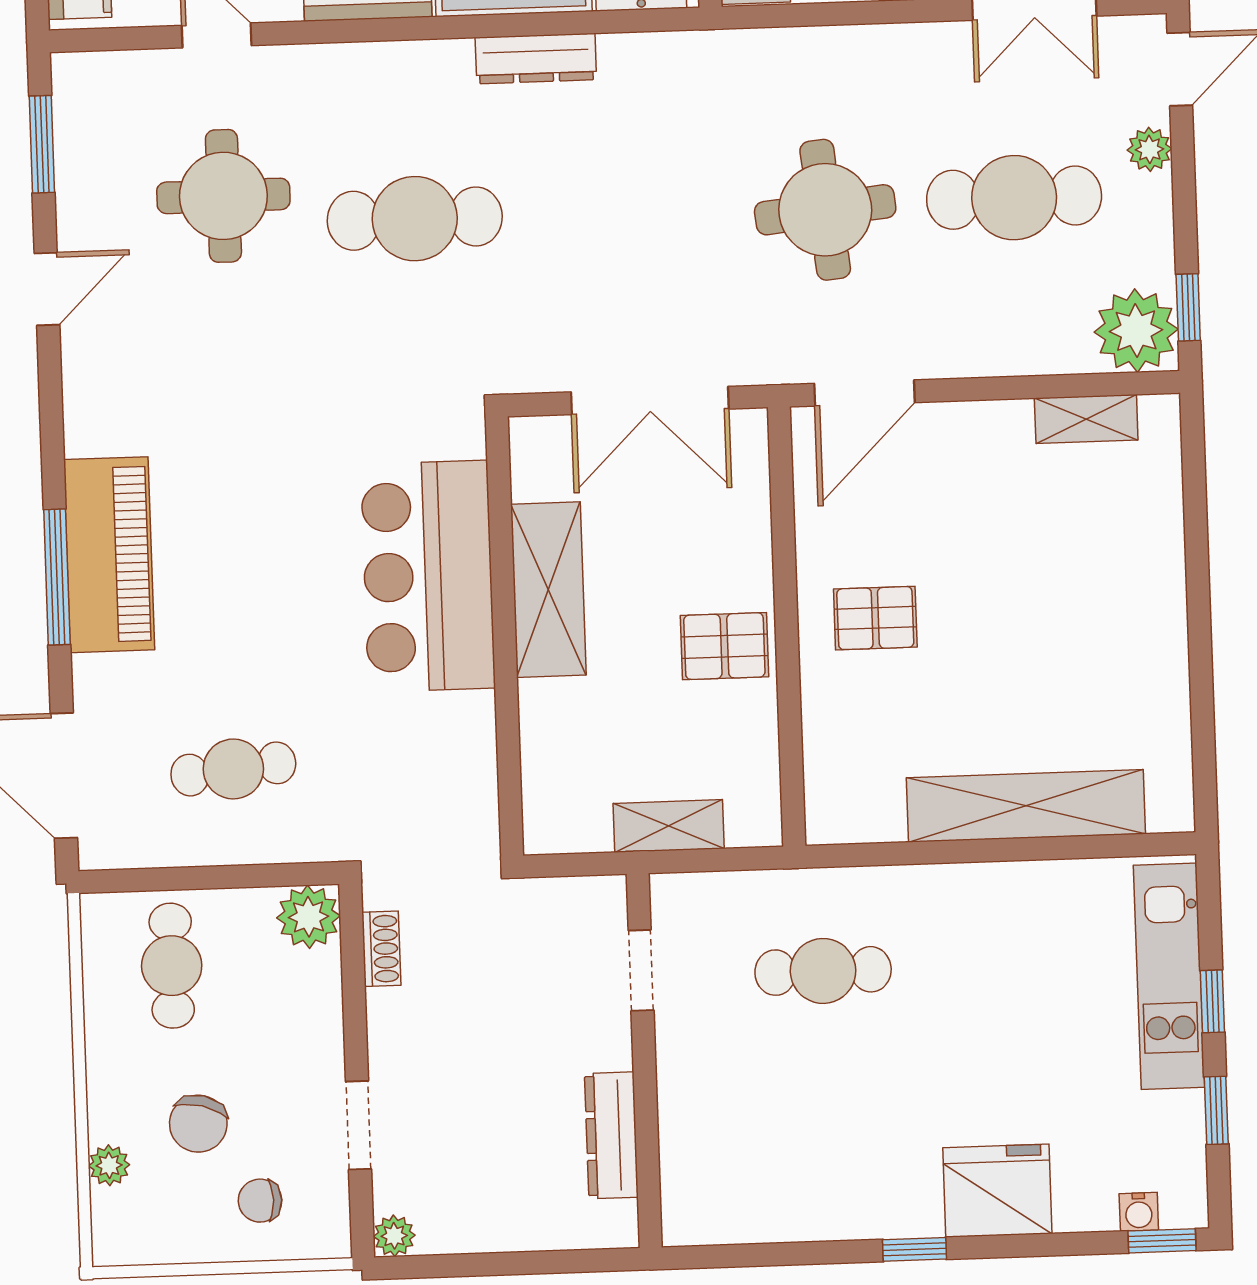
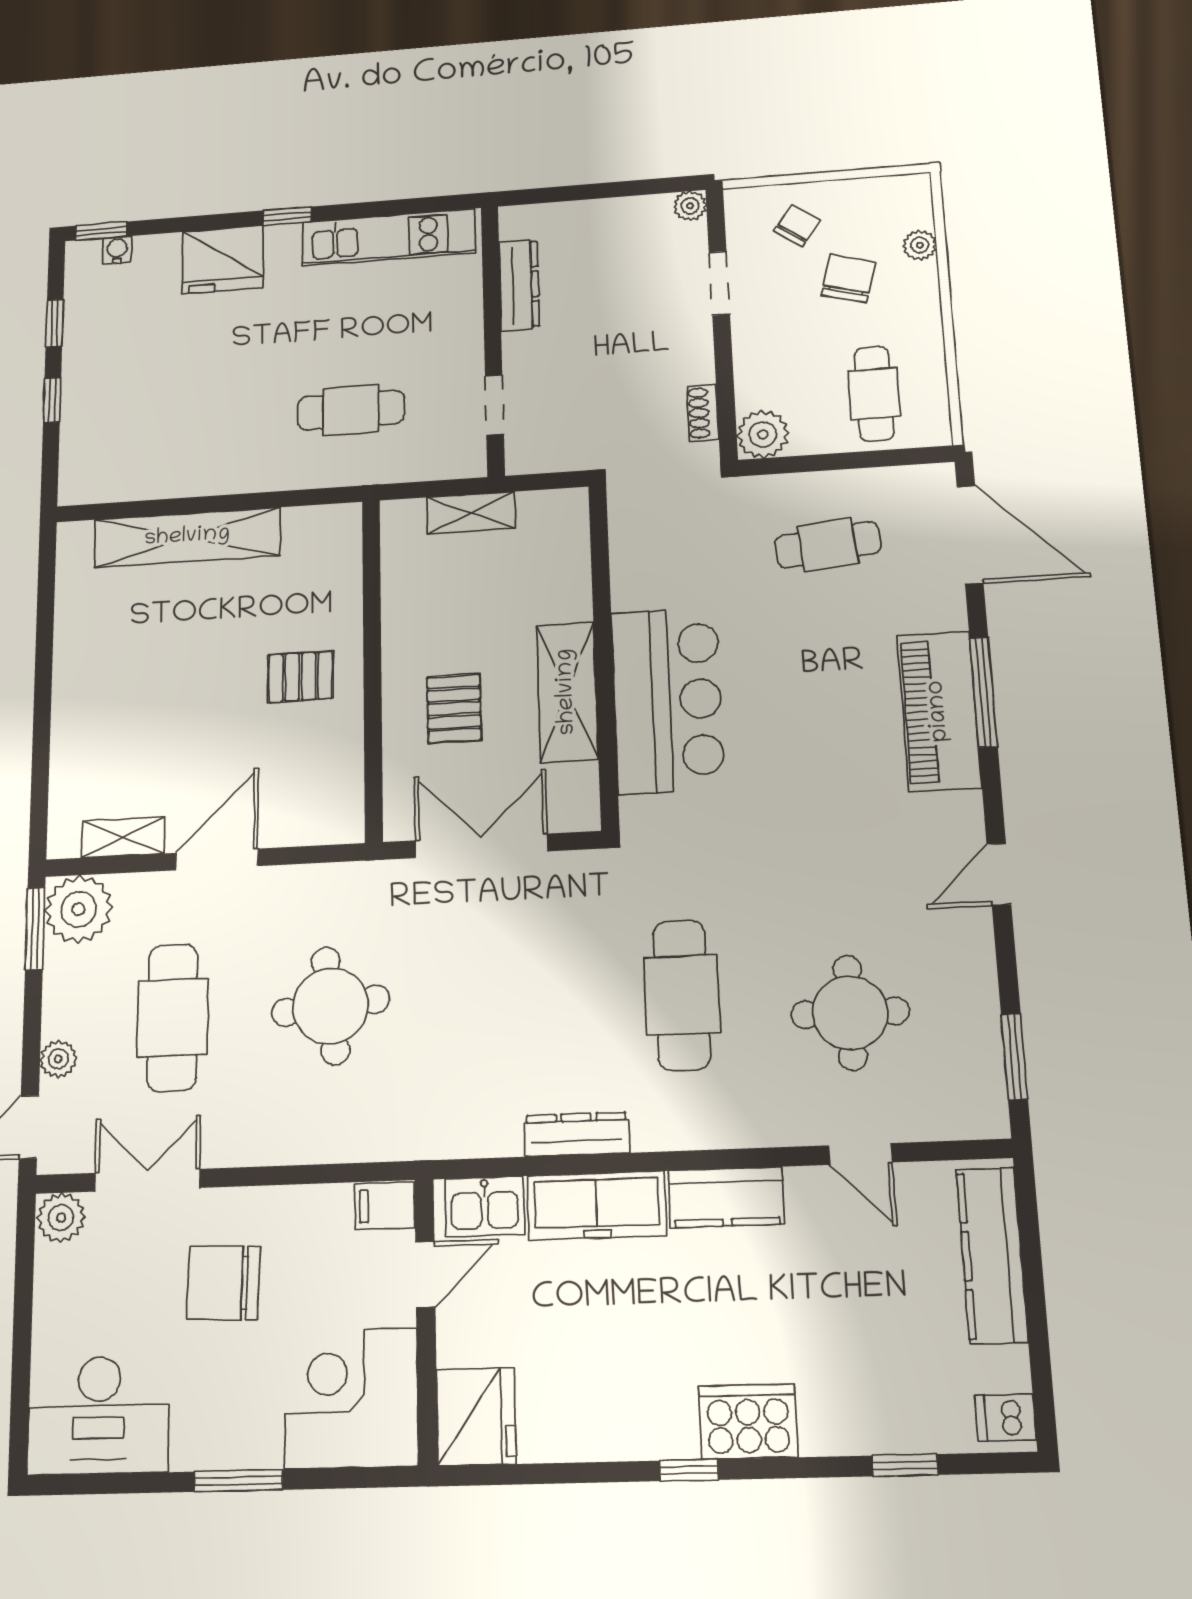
cafe table: (1014, 198) -> (172, 1018), turned 90
cafe table: (415, 219) -> (682, 995), turned 90
door: (47, 289) -> (999, 874), moved
window: (1188, 307) -> (35, 929), width x1.50
door: (864, 393) -> (217, 859), moved
pallet: (724, 646) -> (454, 708), moved, turned 90
kitchen unit: (1169, 976) -> (389, 237), moved, turned 90
chair: (260, 1201) -> (797, 226), turned -54

